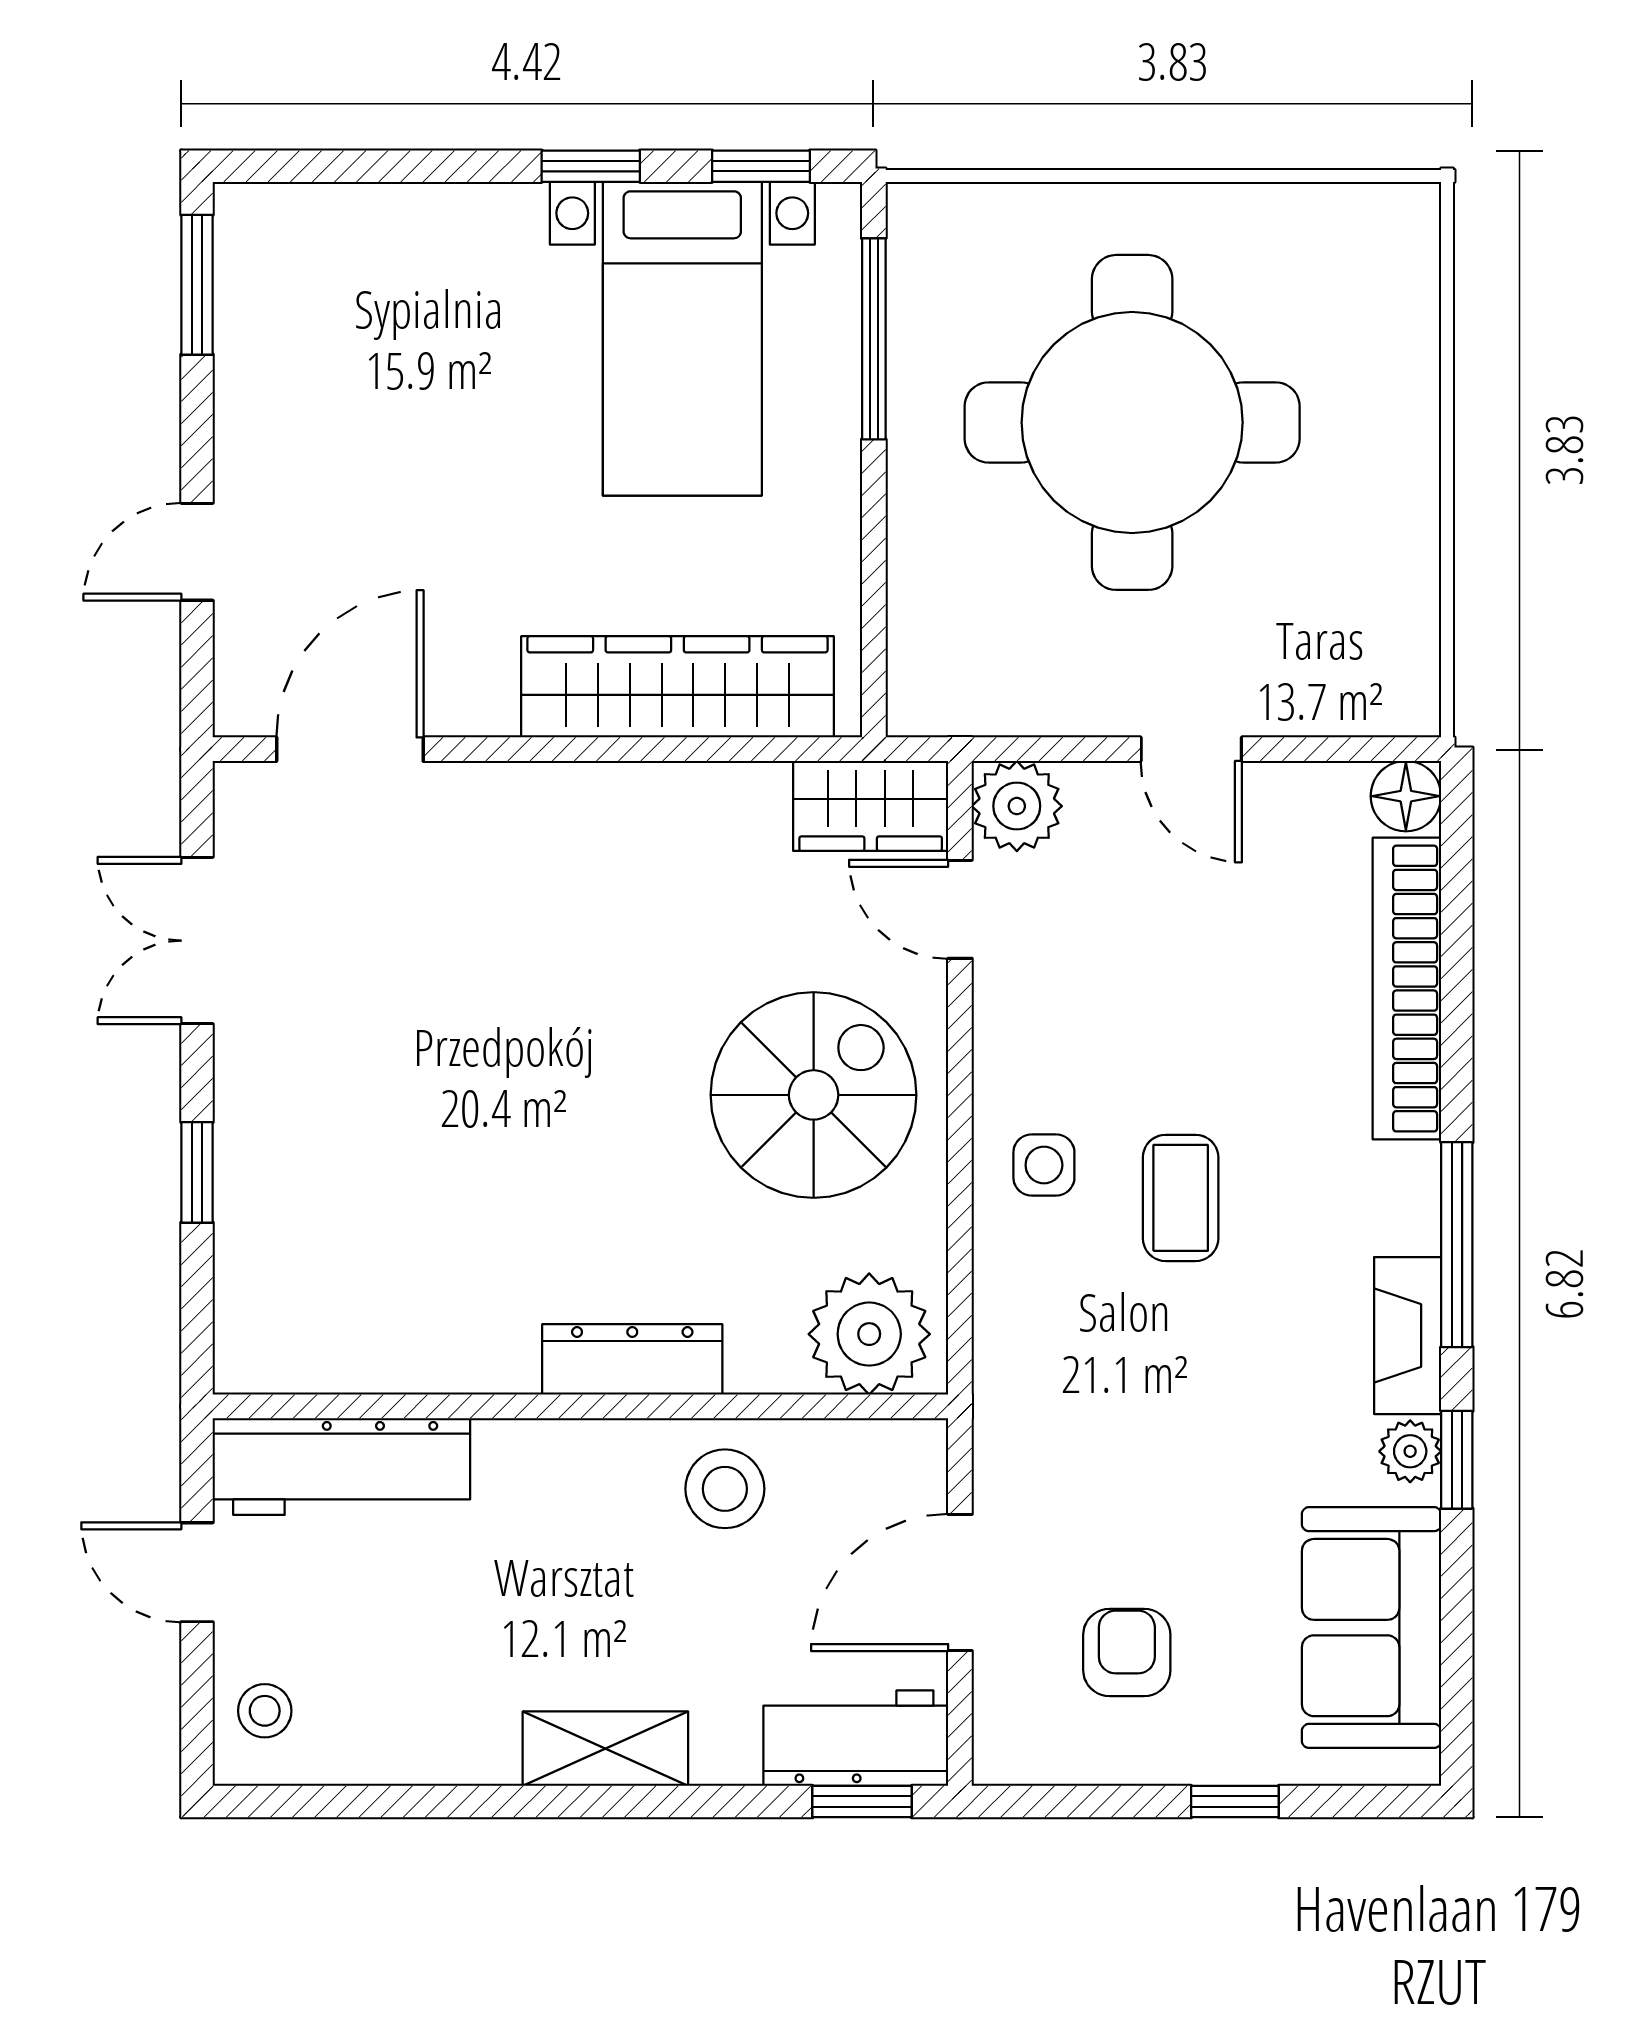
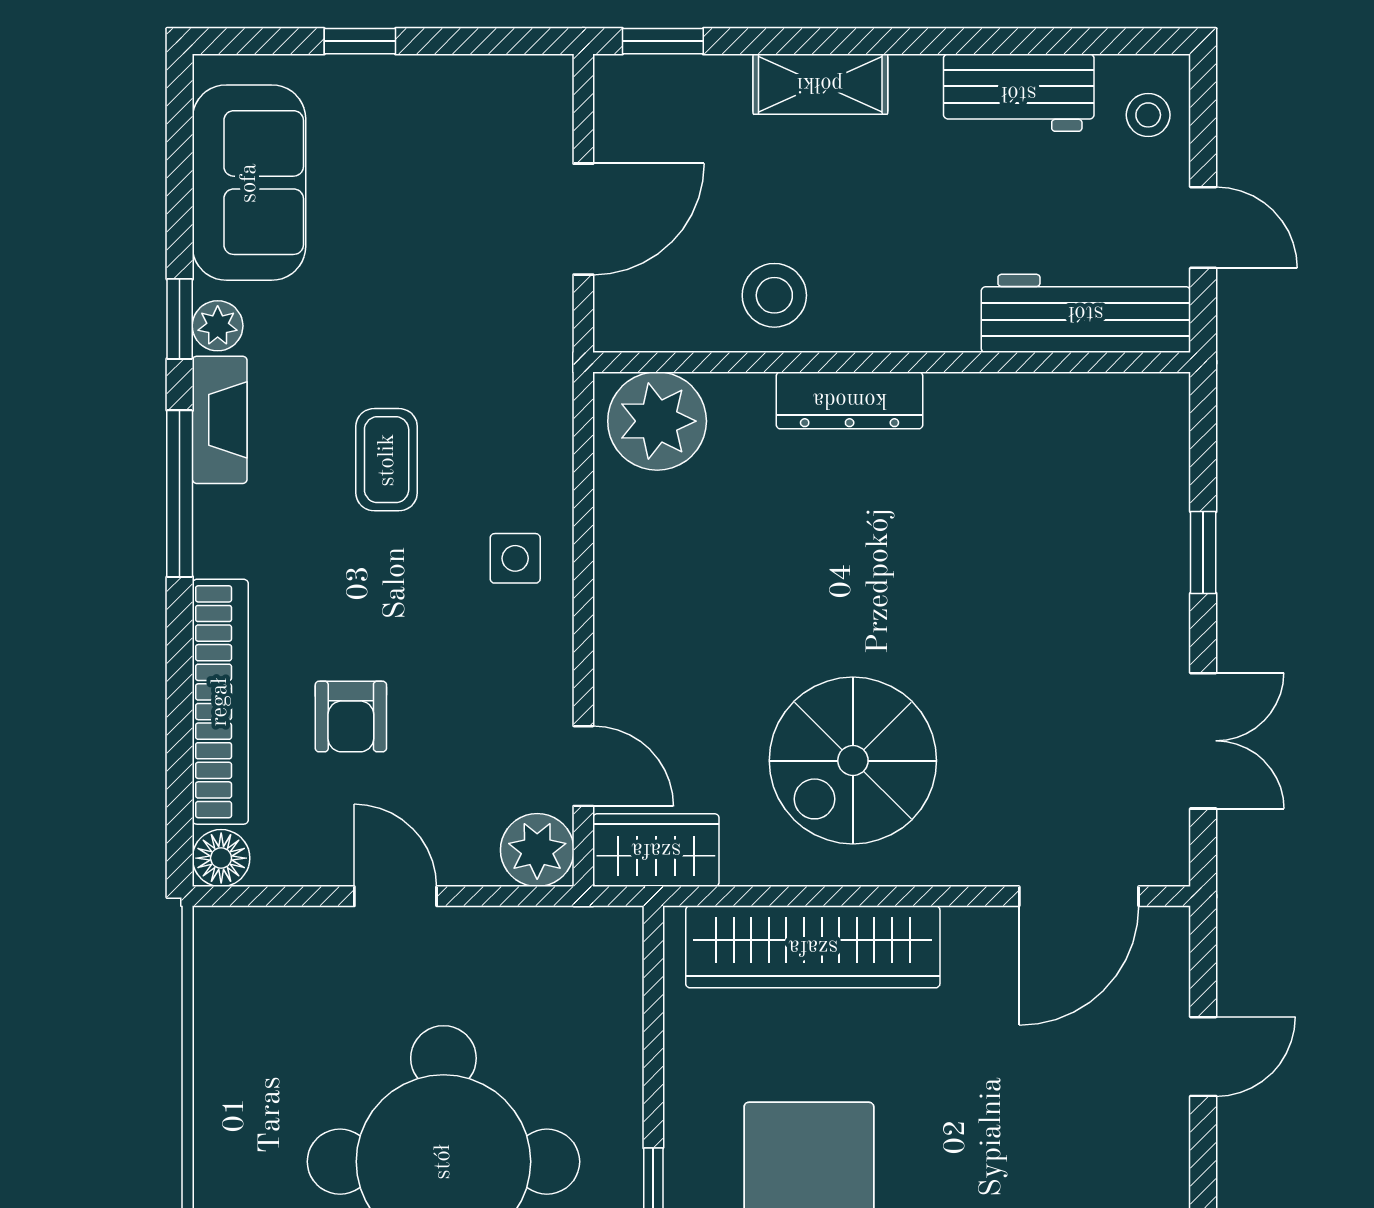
spiral stairs: (814, 1095) -> (853, 761), moved
coffee table: (1181, 1198) -> (387, 460), moved
armchair: (1127, 1652) -> (351, 717), moved
workbench: (856, 1738) -> (1019, 93), moved
shelving: (605, 1749) -> (820, 84), moved

